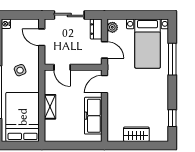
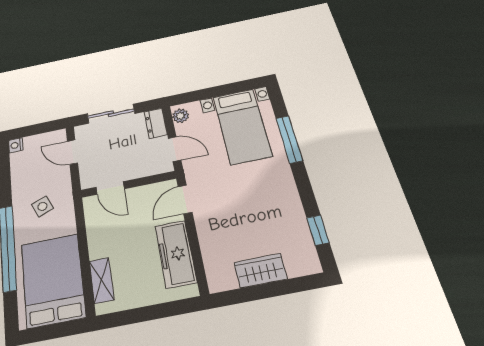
shelving: (50, 107) -> (102, 280), moved

